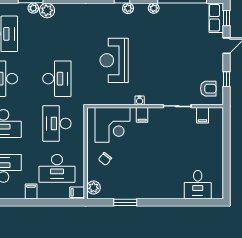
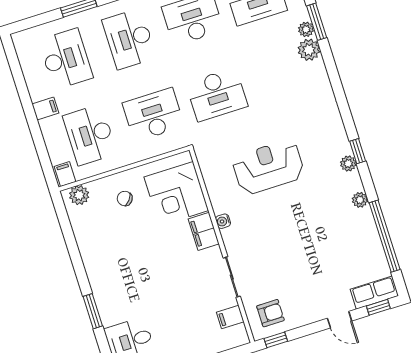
window: (226, 79) -> (276, 340), moved
armchair: (208, 89) -> (270, 313), turned -90
filing cabinet: (142, 115) -> (204, 231), width x2.00
window: (125, 202) -> (93, 311), moved

